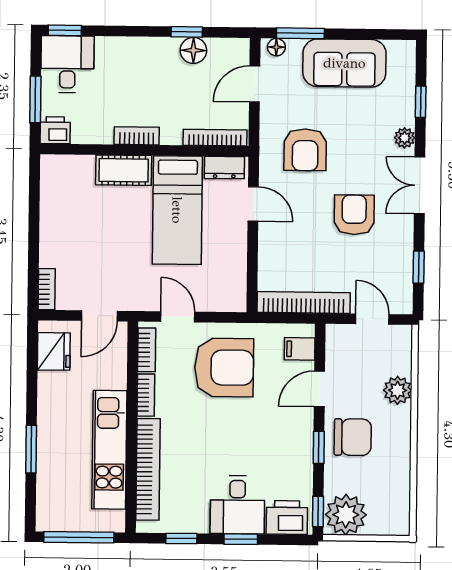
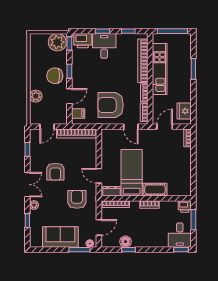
door: (372, 319) -> (47, 127), hinge flipped

